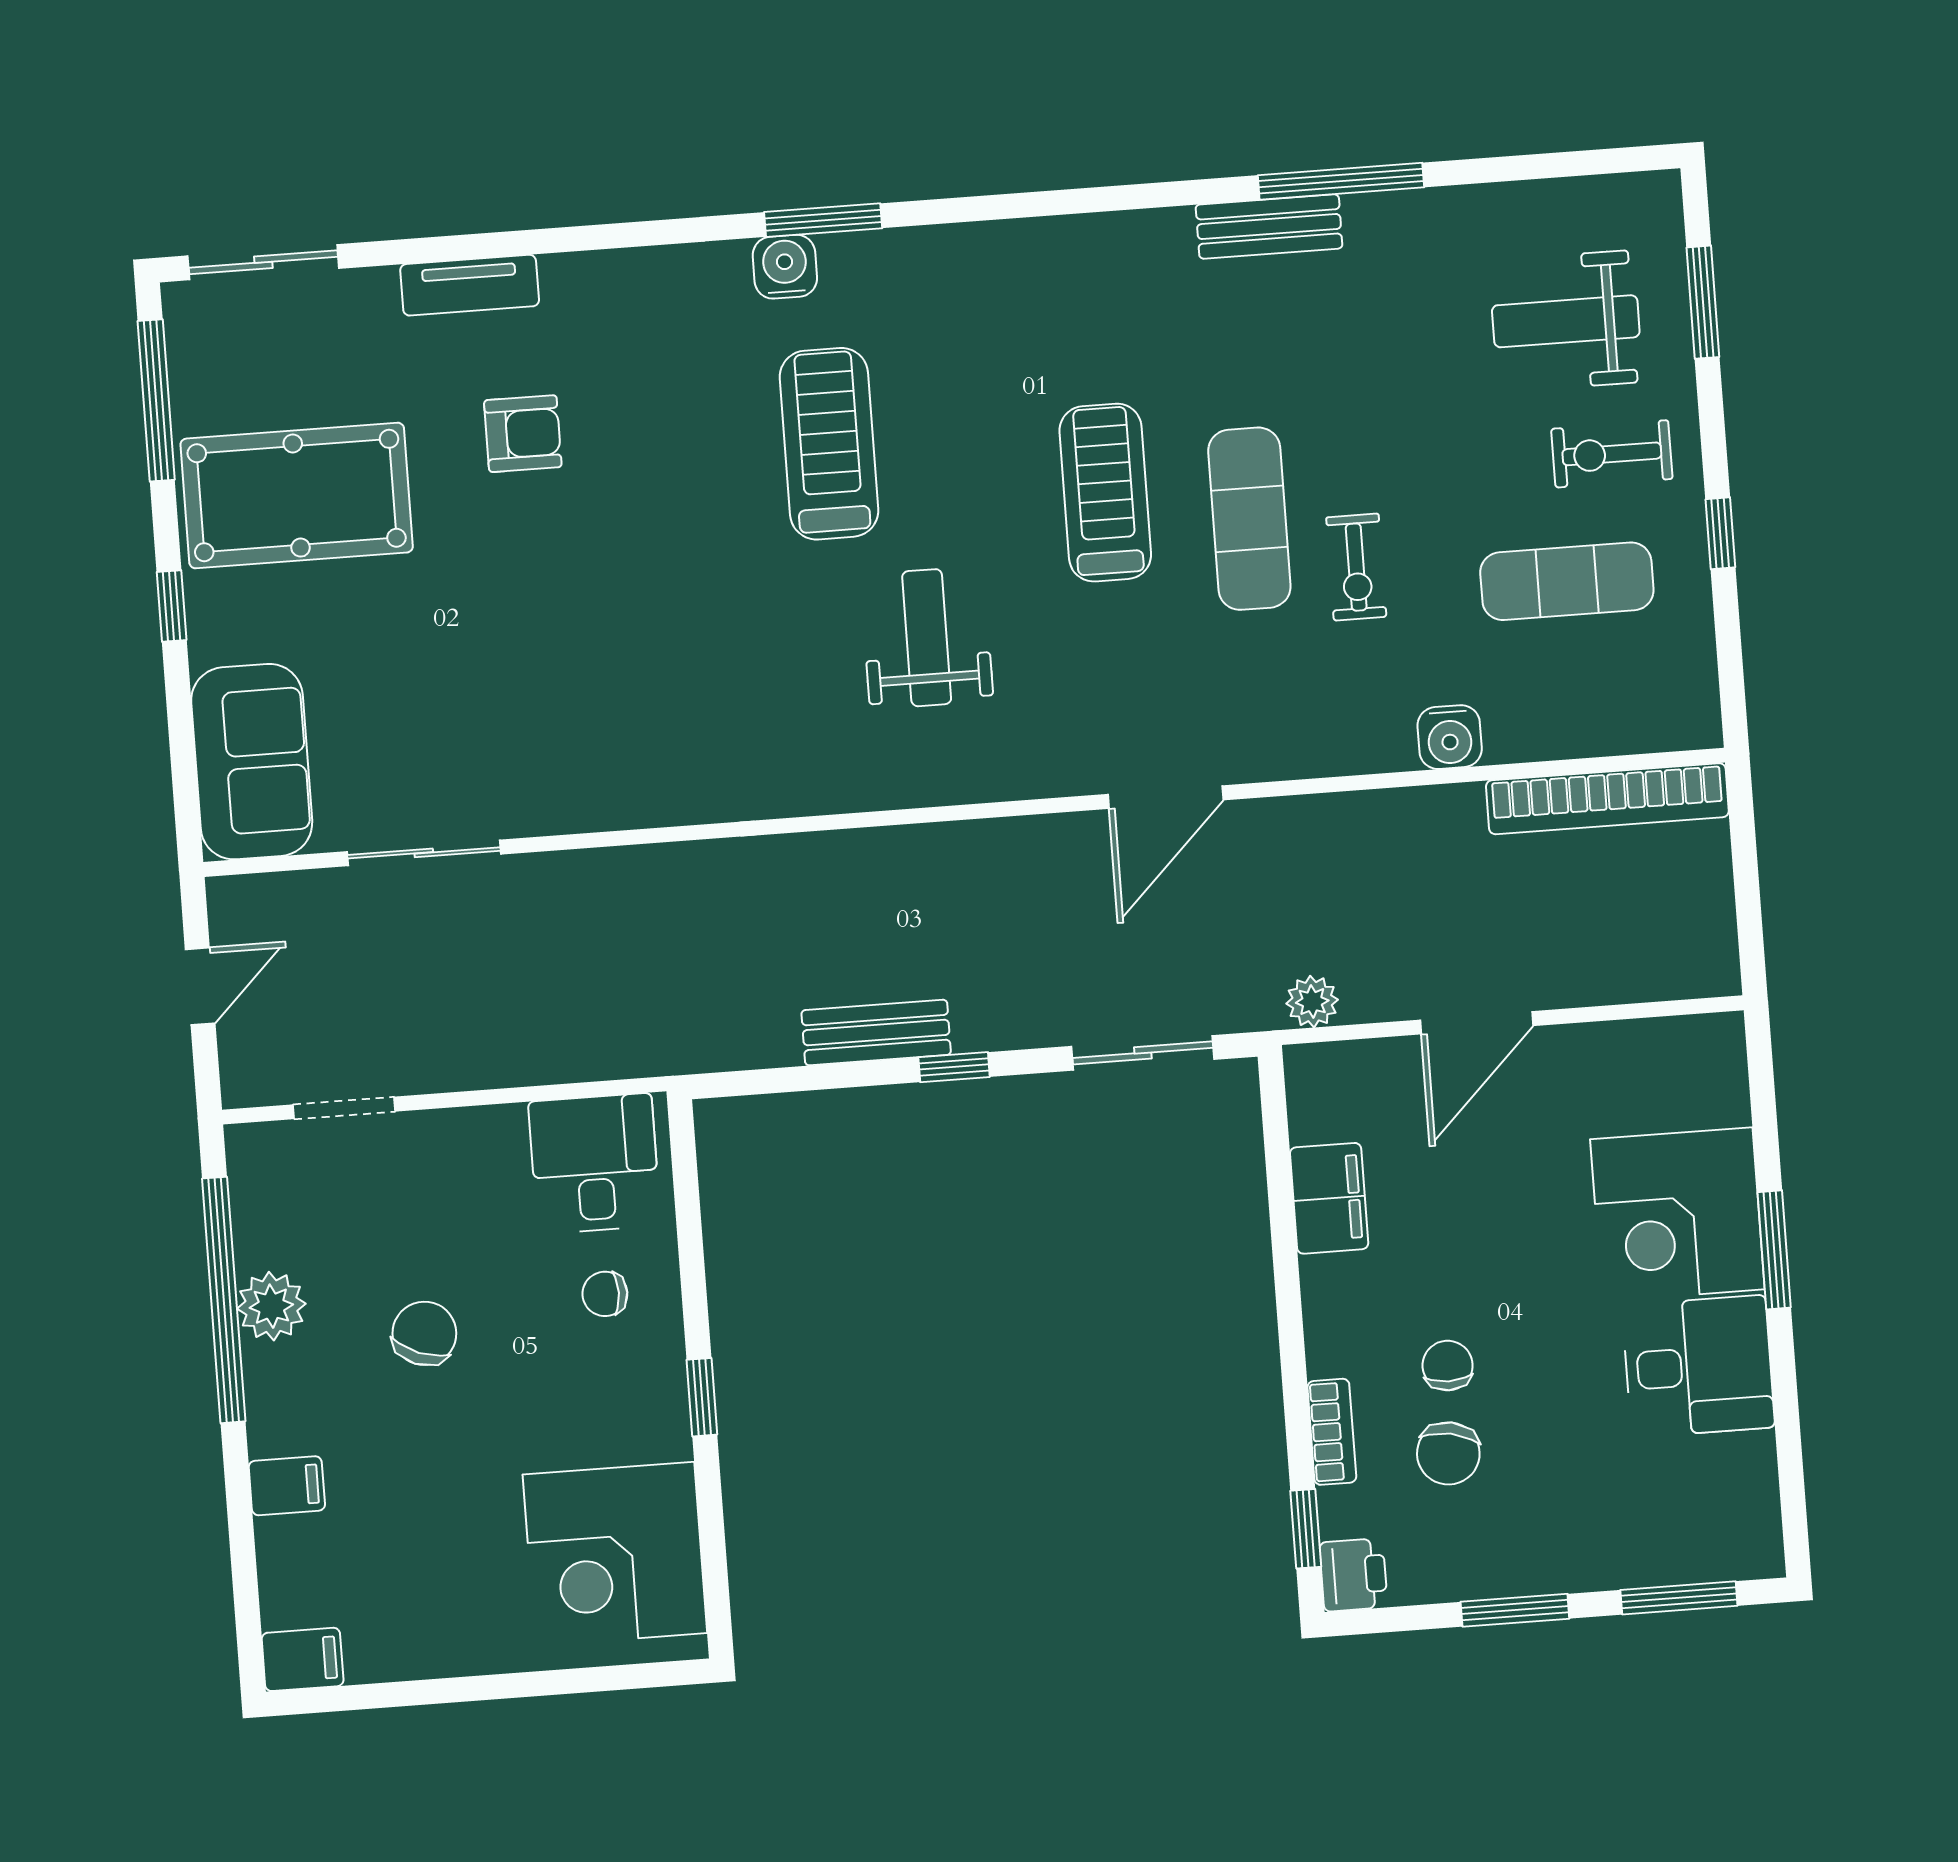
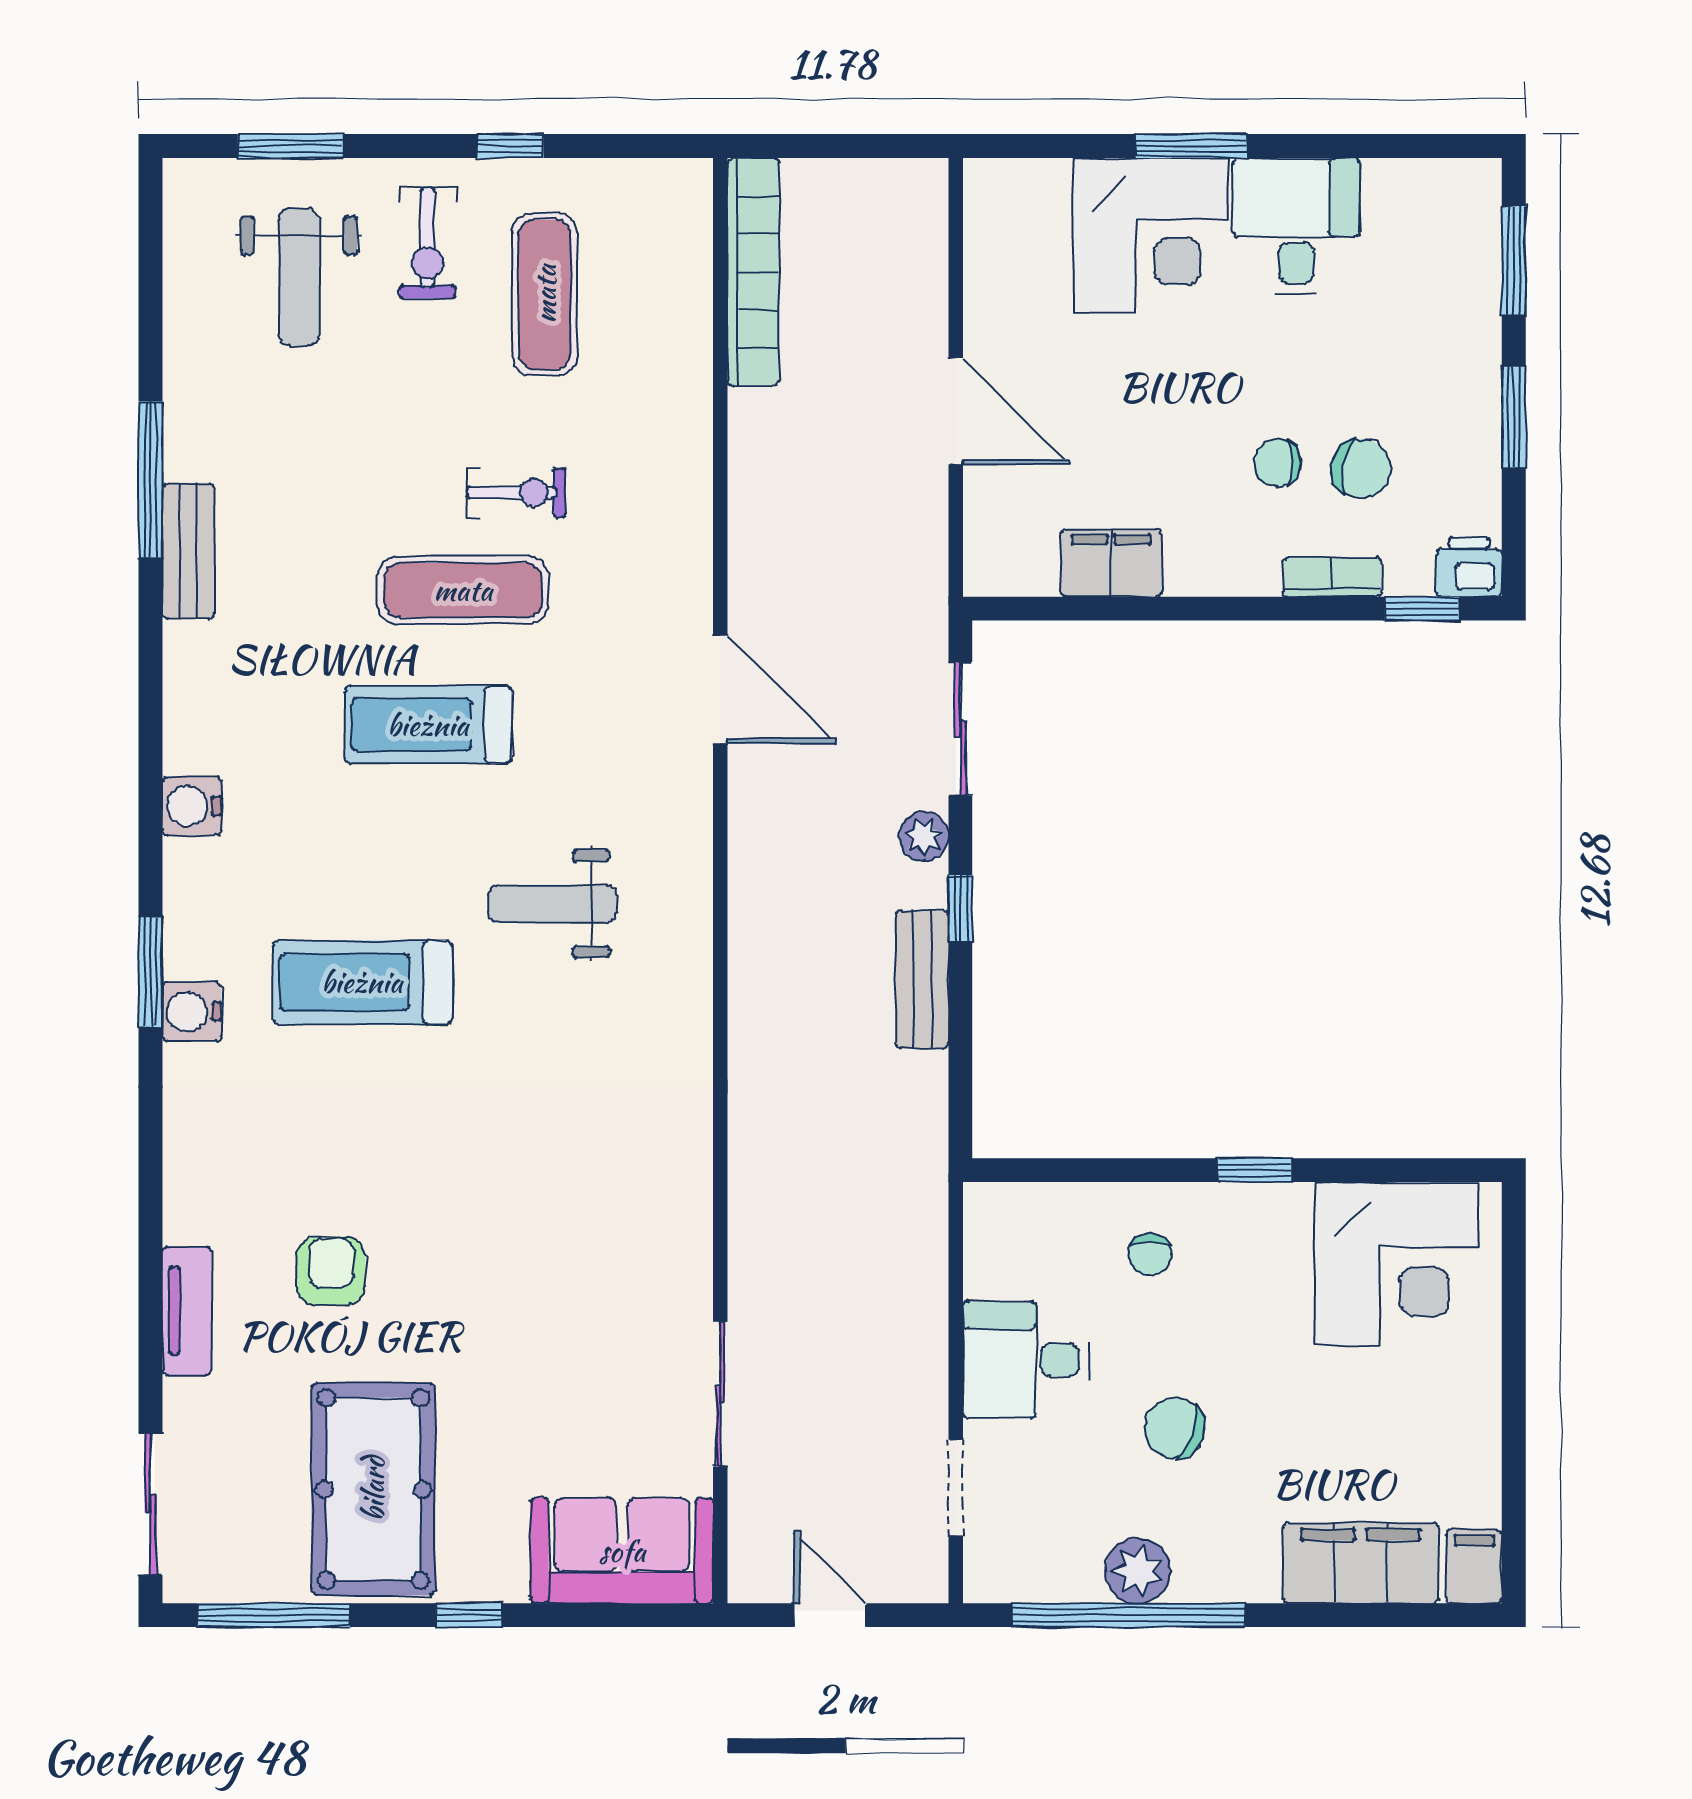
water cooler: (1450, 737) -> (192, 806), moved, turned 180
plant: (1312, 1002) -> (924, 836), moved
desk: (594, 1163) -> (1026, 1360), moved
filing cabinet: (287, 1486) -> (1361, 1563), width x3.00, depth x1.17

